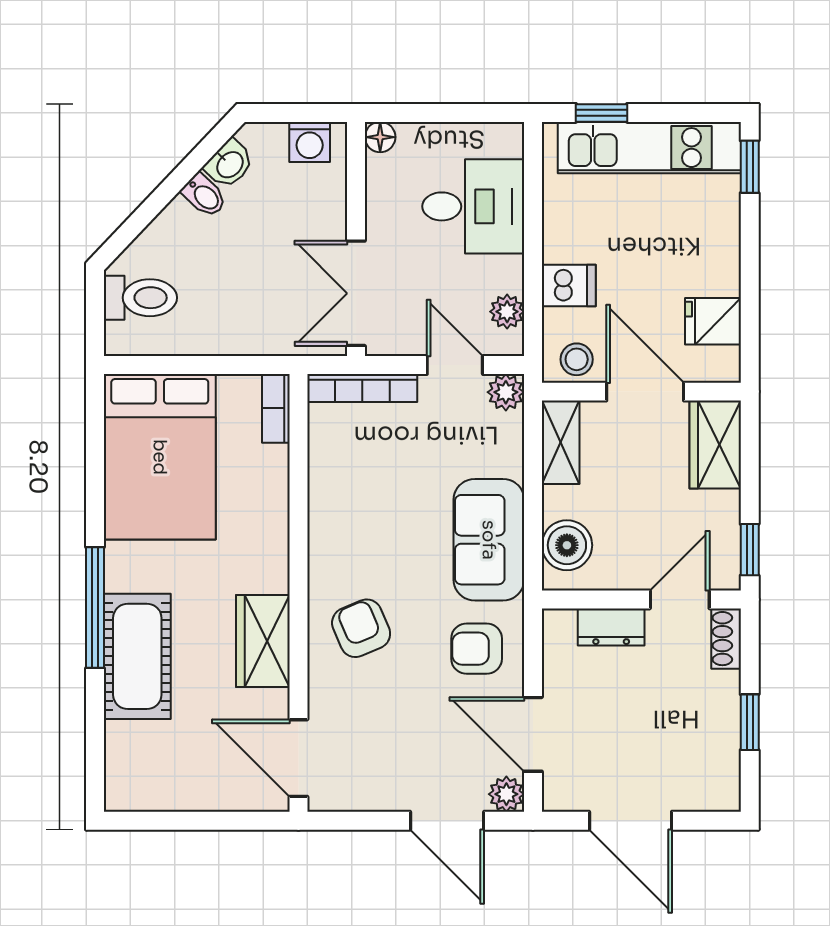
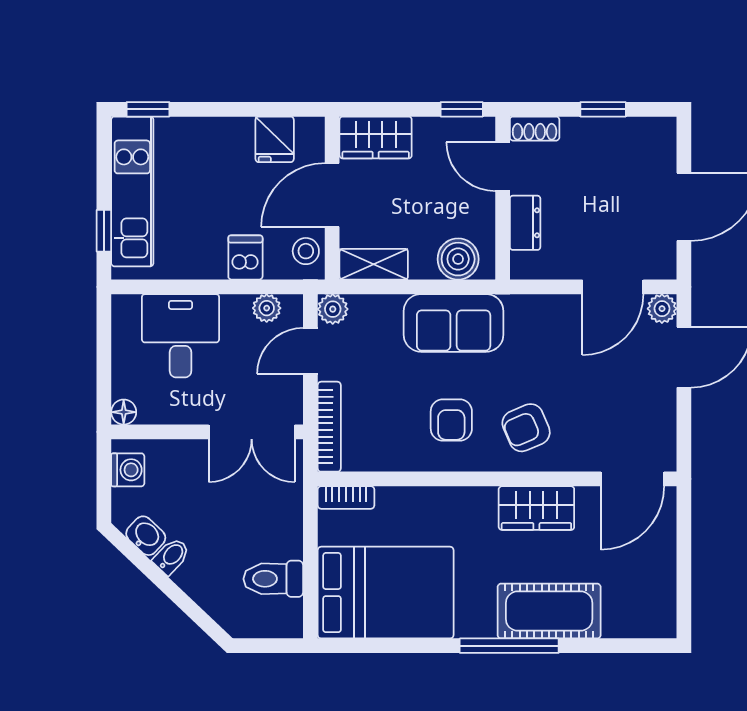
toilet: (140, 298) -> (273, 579), moved, turned -90
armchair: (477, 649) -> (451, 420), moved

